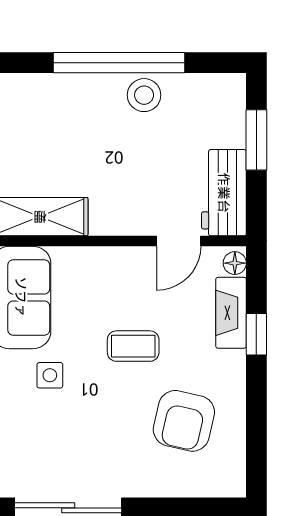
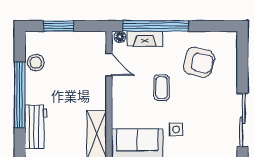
stool: (144, 95) -> (36, 63), moved
workbench: (224, 193) -> (36, 127), moved, turned -90
window: (256, 334) -> (156, 26), width x3.17

